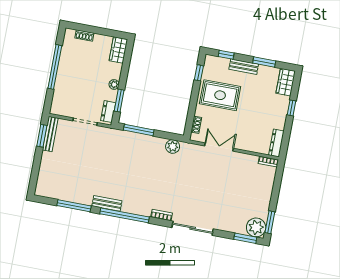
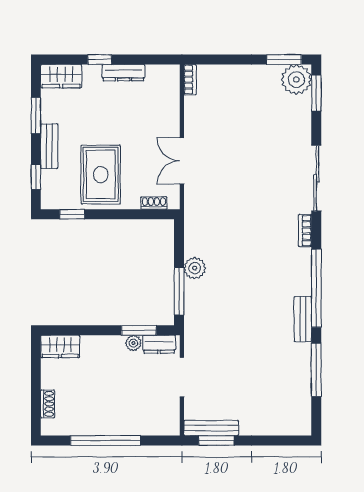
plant: (114, 84) -> (133, 343), moved
dresser: (276, 143) -> (123, 73), moved
plant: (173, 147) -> (195, 268), moved

